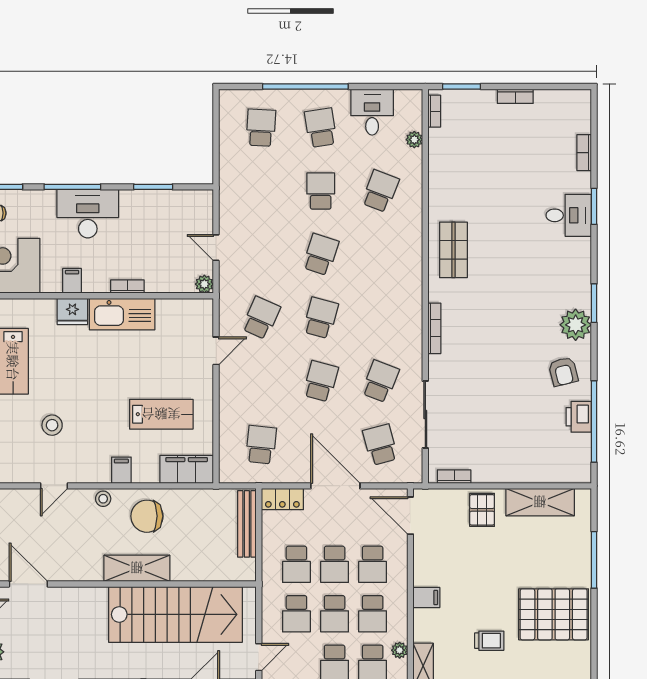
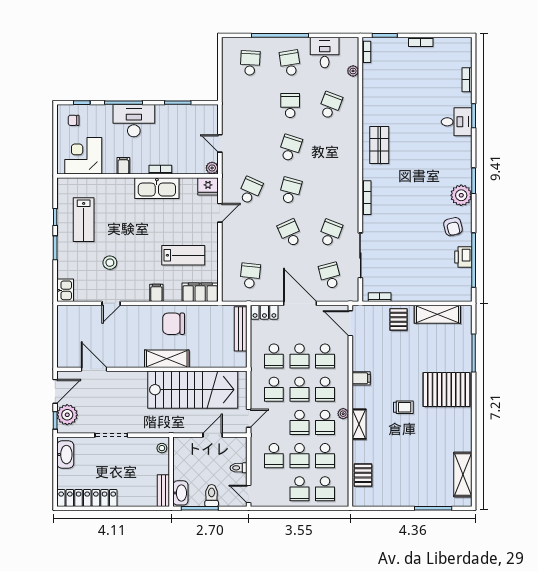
fridge: (72, 311) -> (208, 186), moved
school desk: (321, 381) -> (290, 233), turned -39
stool: (103, 499) -> (144, 312), removed

